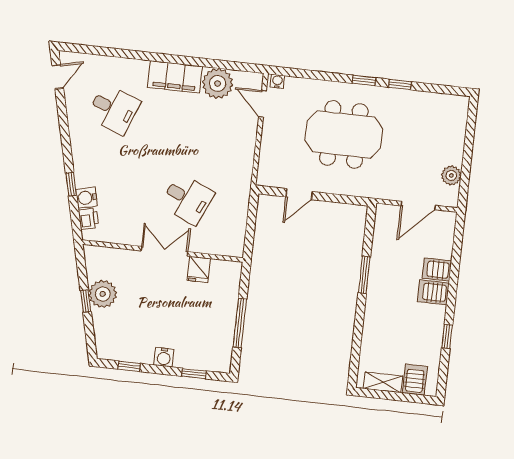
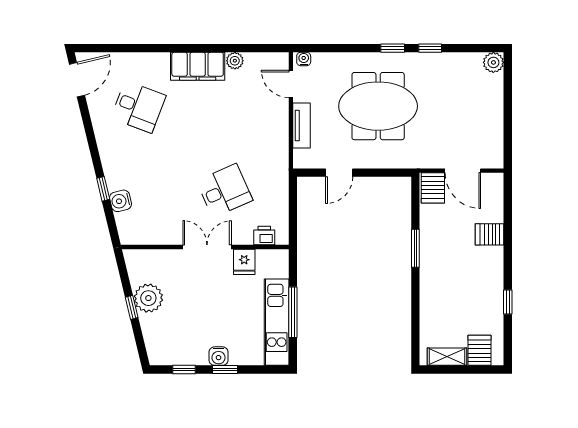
door: (58, 77) -> (77, 80), width x1.37
plant: (218, 83) -> (235, 61), width x0.53, depth x0.53
tv unit: (268, 145) -> (301, 126), added
plant: (451, 175) -> (493, 62), moved
desk: (187, 199) -> (224, 191), turned -48
door: (418, 206) -> (463, 171), hinge flipped
printer: (88, 219) -> (264, 236), moved, turned -76
server rack: (433, 292) -> (433, 188), moved, turned -90
kitchen unit: (223, 331) -> (277, 322), added
window: (194, 374) -> (225, 370), moved

